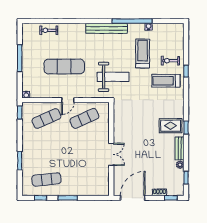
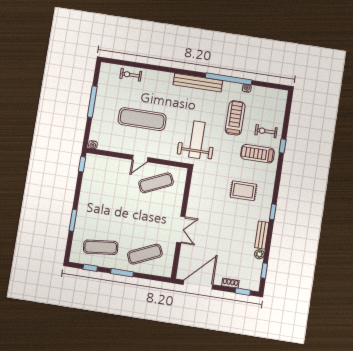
weight bench: (113, 77) -> (197, 140), turned -90
exercise mat: (46, 118) -> (145, 254), moved
rug: (171, 126) -> (243, 191), moved

